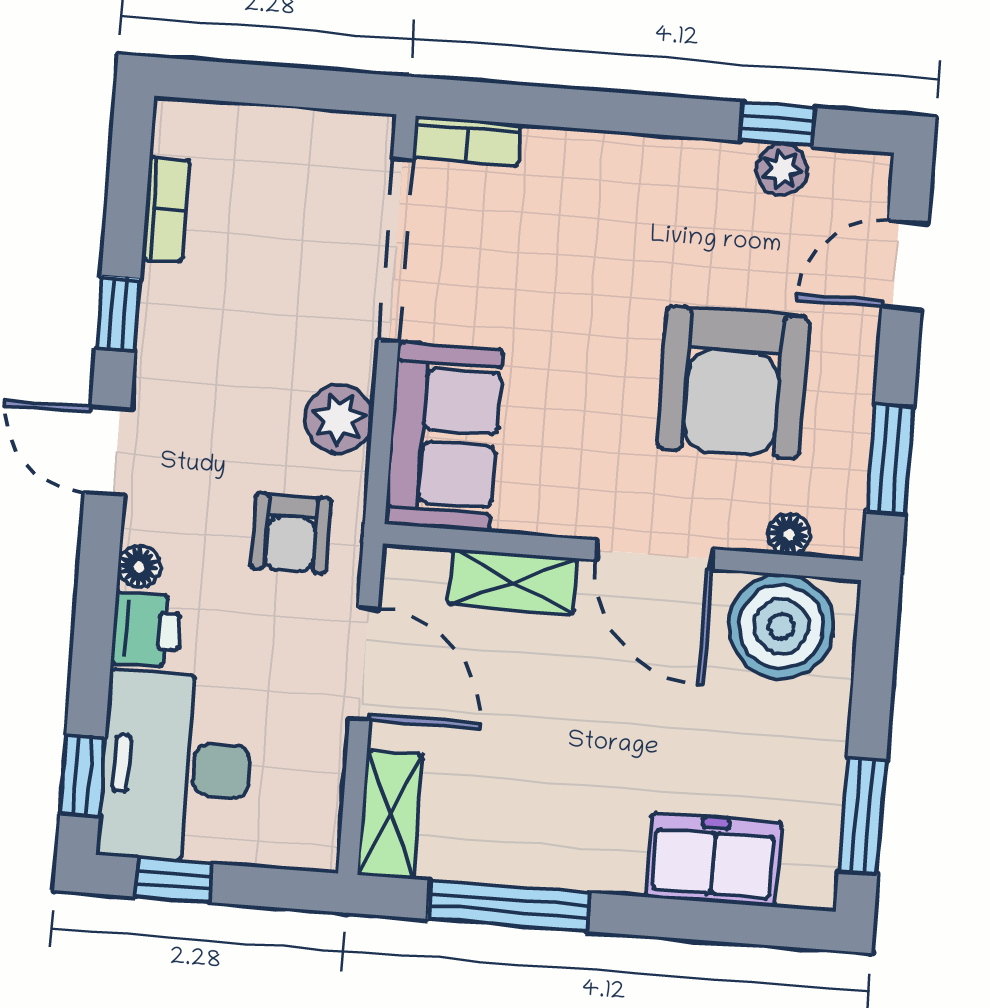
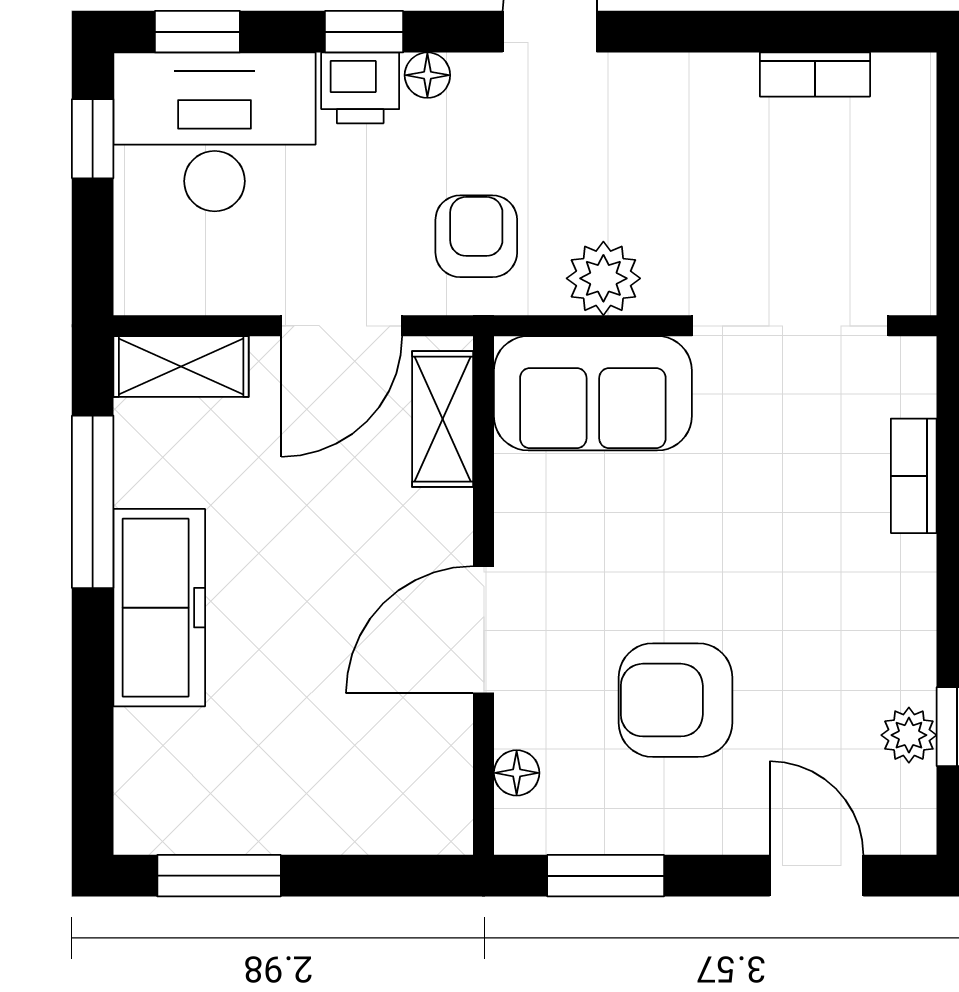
bookcase: (467, 141) -> (914, 476), moved
window: (118, 313) -> (364, 32), moved
armchair: (733, 382) -> (675, 700), width x0.73, depth x0.73
armchair: (291, 533) -> (476, 236), turned 90
shelving: (513, 582) -> (443, 419), moved
boiler: (781, 626) -> (417, 772), removed
freezer: (714, 860) -> (159, 608), moved, width x1.40

